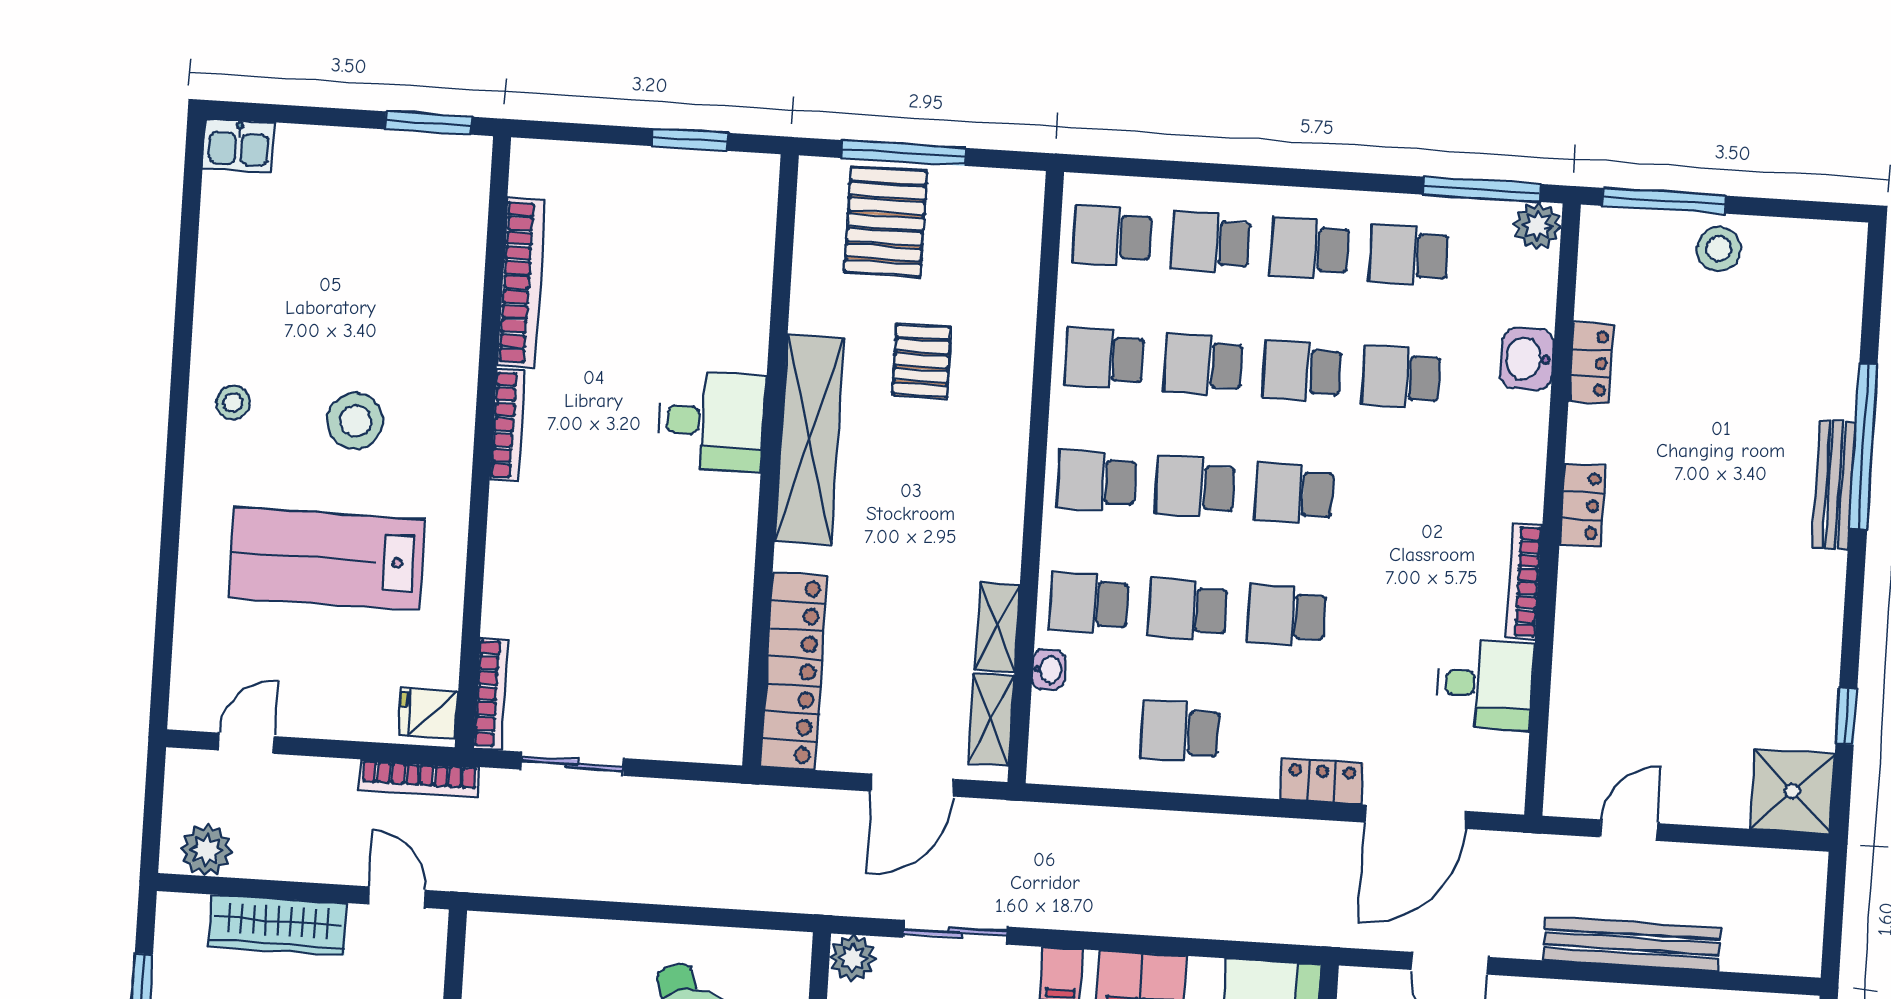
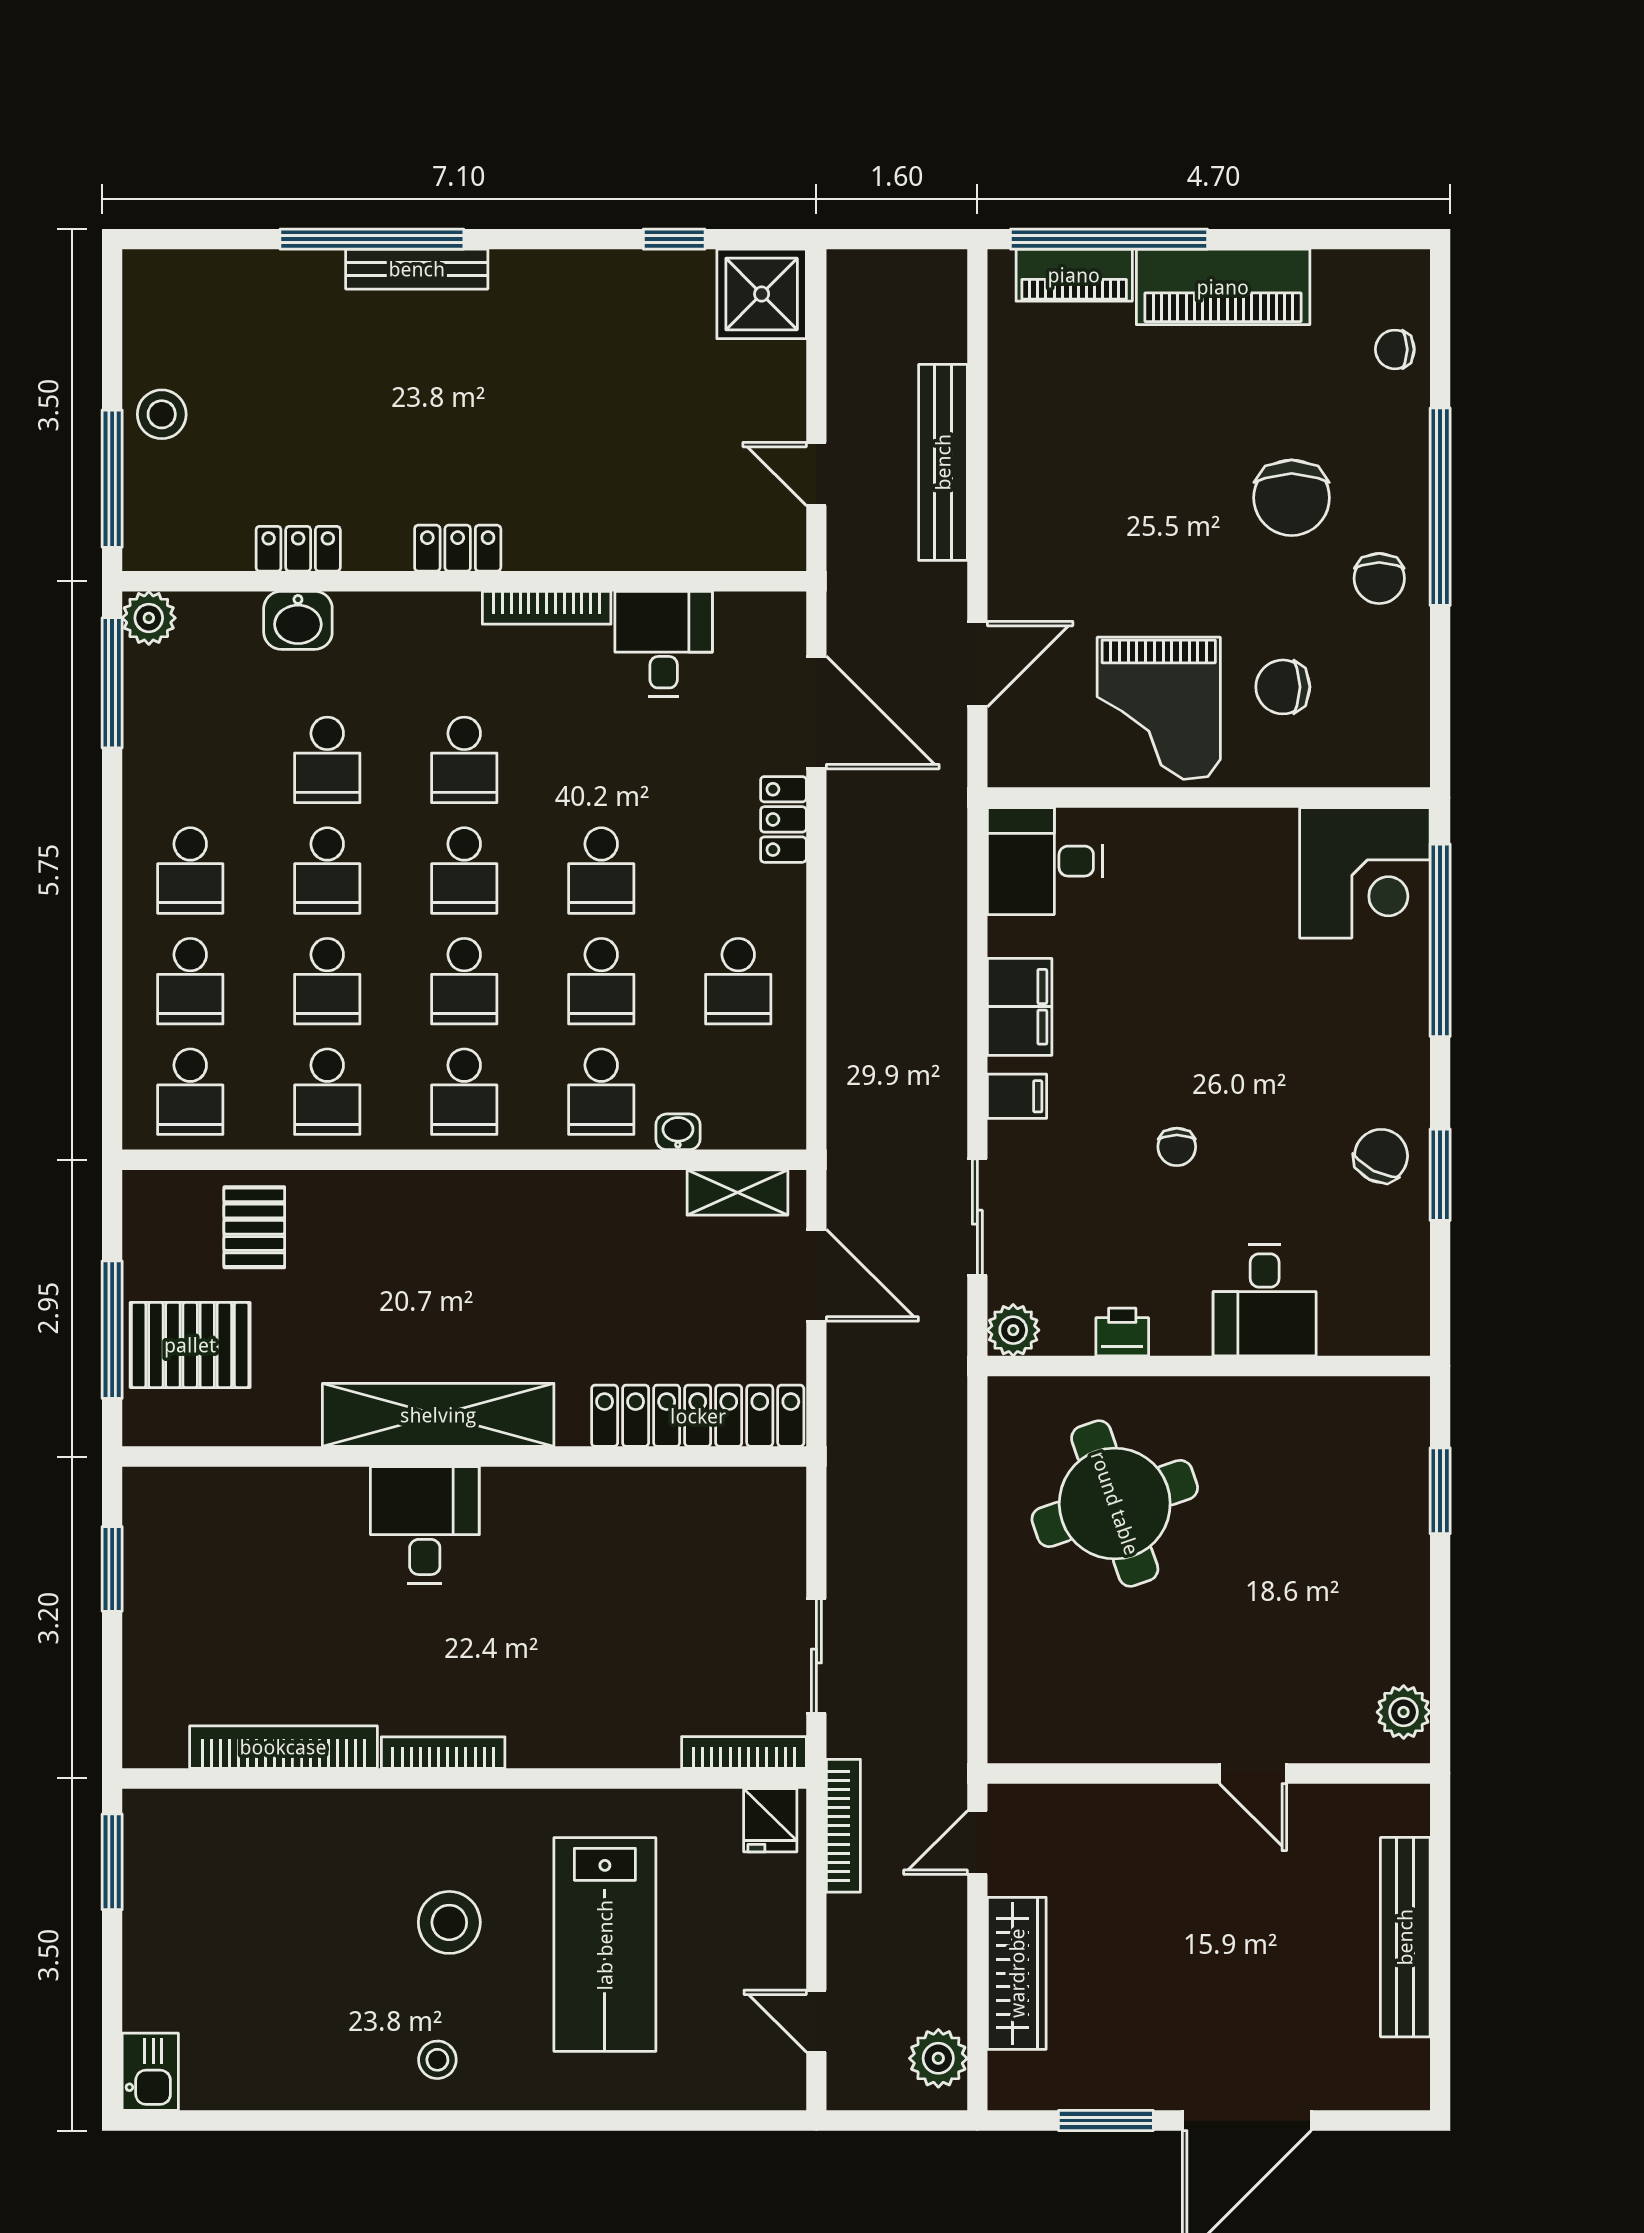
school desk: (1408, 255) -> (464, 760), moved
pallet: (922, 361) -> (254, 1227), moved, turned 90
shelving: (997, 627) -> (634, 1192), removed

